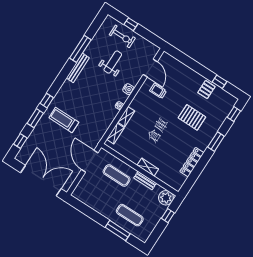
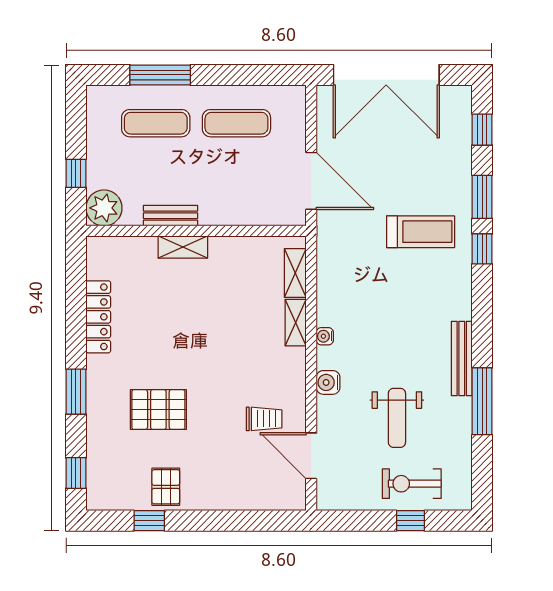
exercise mat: (117, 175) -> (236, 123), moved

